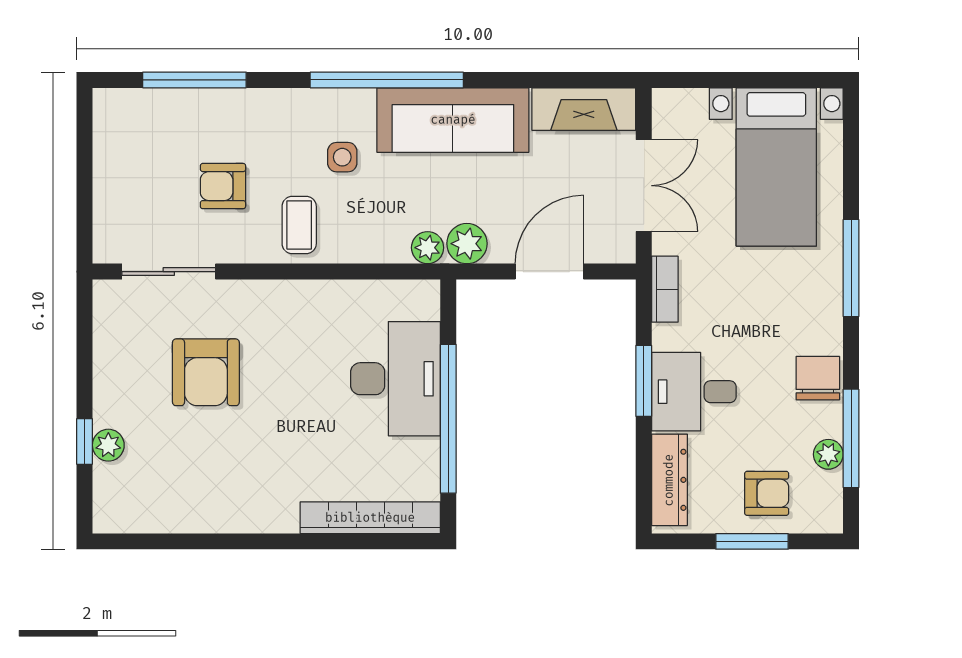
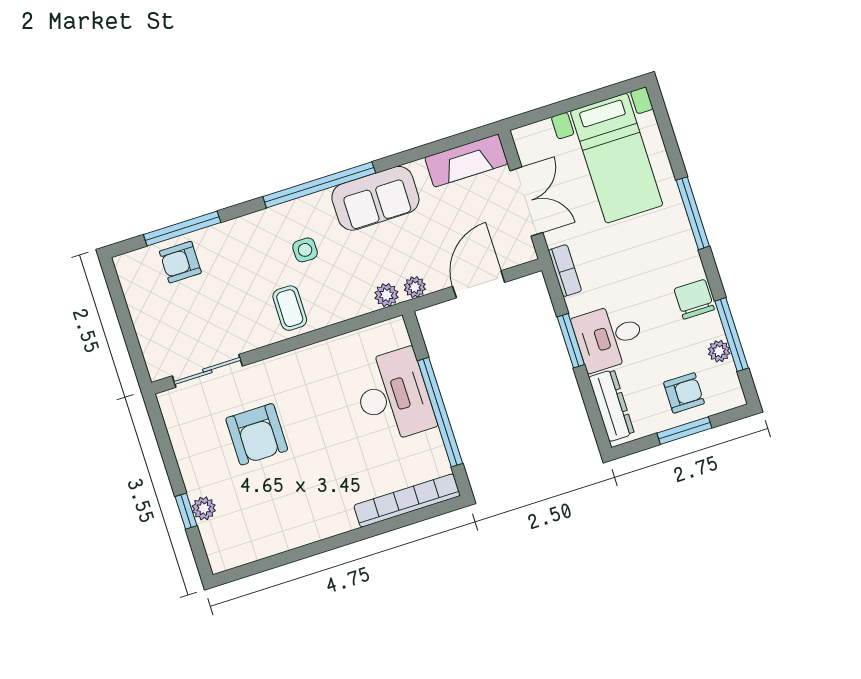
sofa: (453, 120) -> (375, 198), width x0.73
armchair: (223, 186) -> (180, 262), moved
plant: (467, 244) -> (415, 287), width x0.73, depth x0.73

